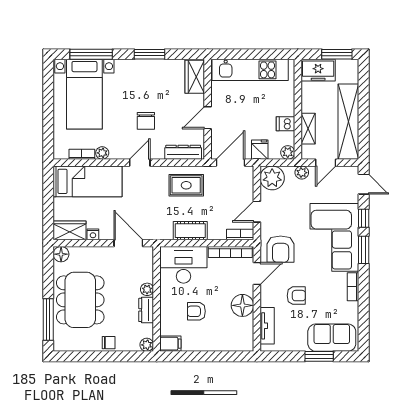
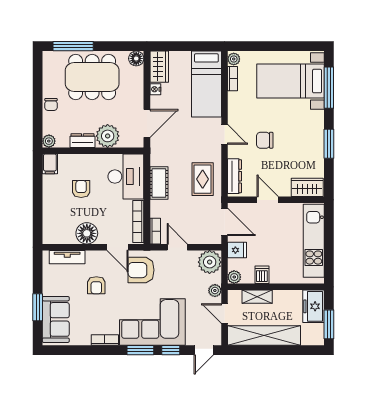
plant: (102, 153) -> (234, 59), moved
plant: (147, 289) -> (108, 136), width x1.88, depth x1.88

